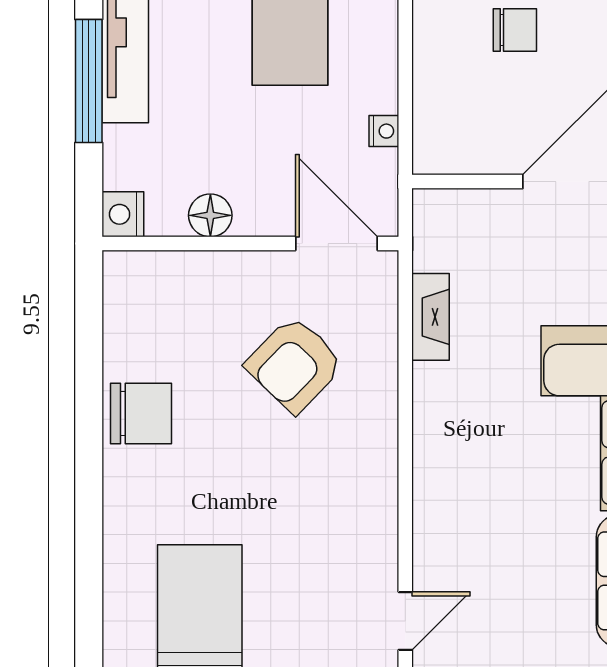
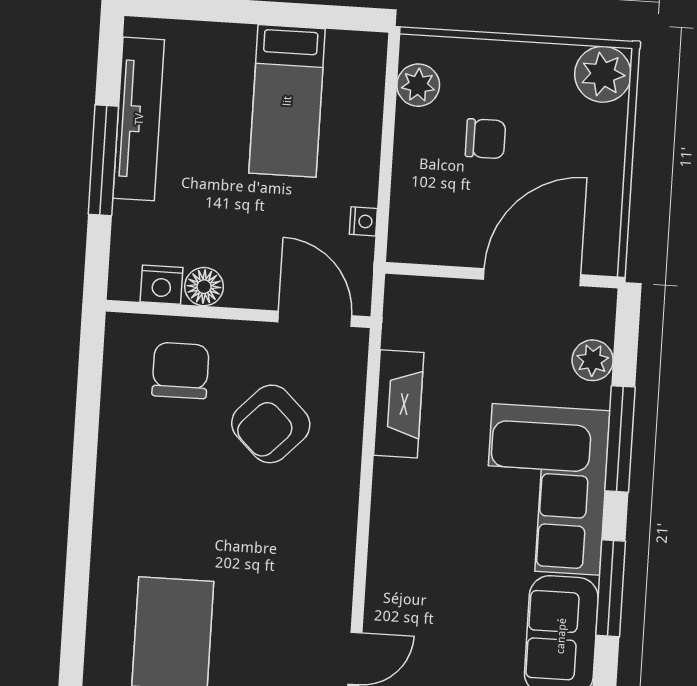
nightstand: (123, 214) -> (162, 285), moved, turned -90
fireplace: (431, 317) -> (399, 404), width x1.37, depth x1.32
chair: (141, 413) -> (180, 370), moved, turned -90

